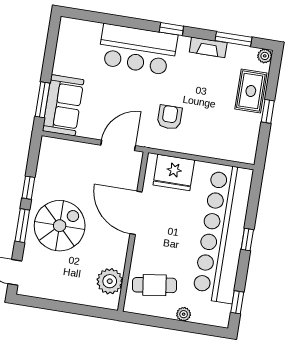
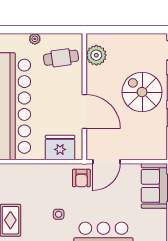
side table: (189, 89) -> (59, 214), added
armchair: (170, 117) -> (81, 178), moved
spiral stairs: (60, 226) -> (142, 92), turned 90

